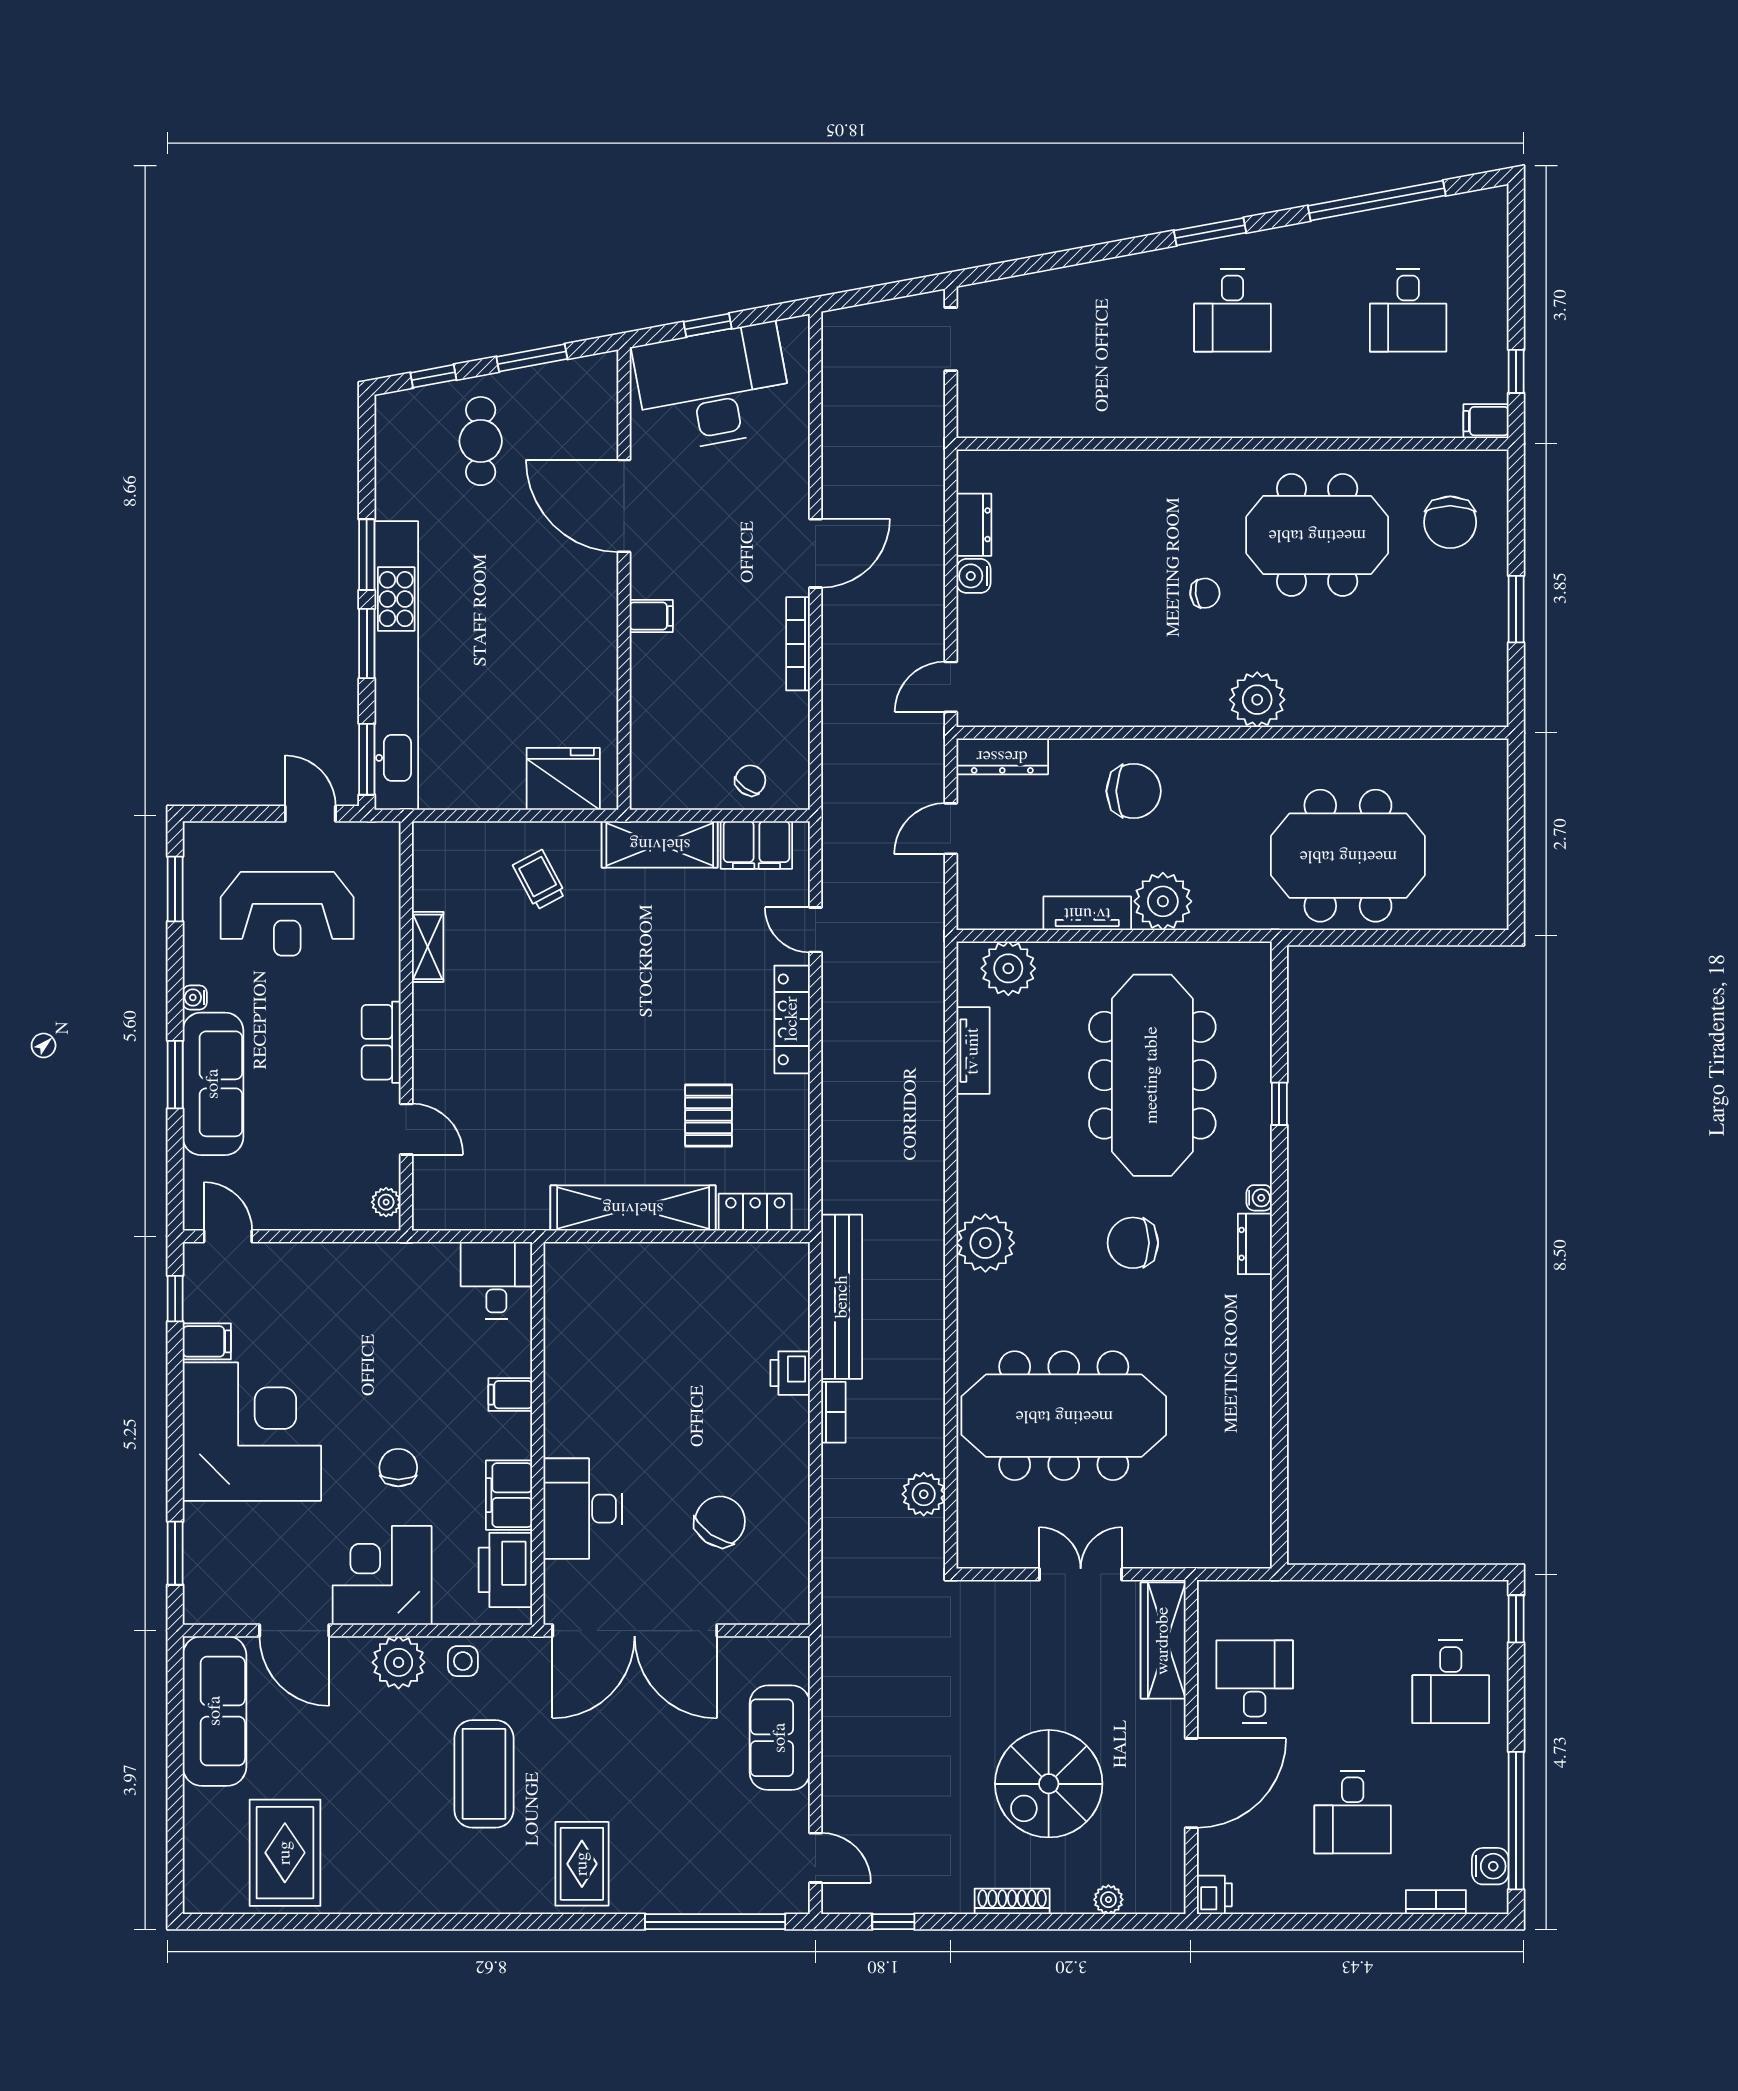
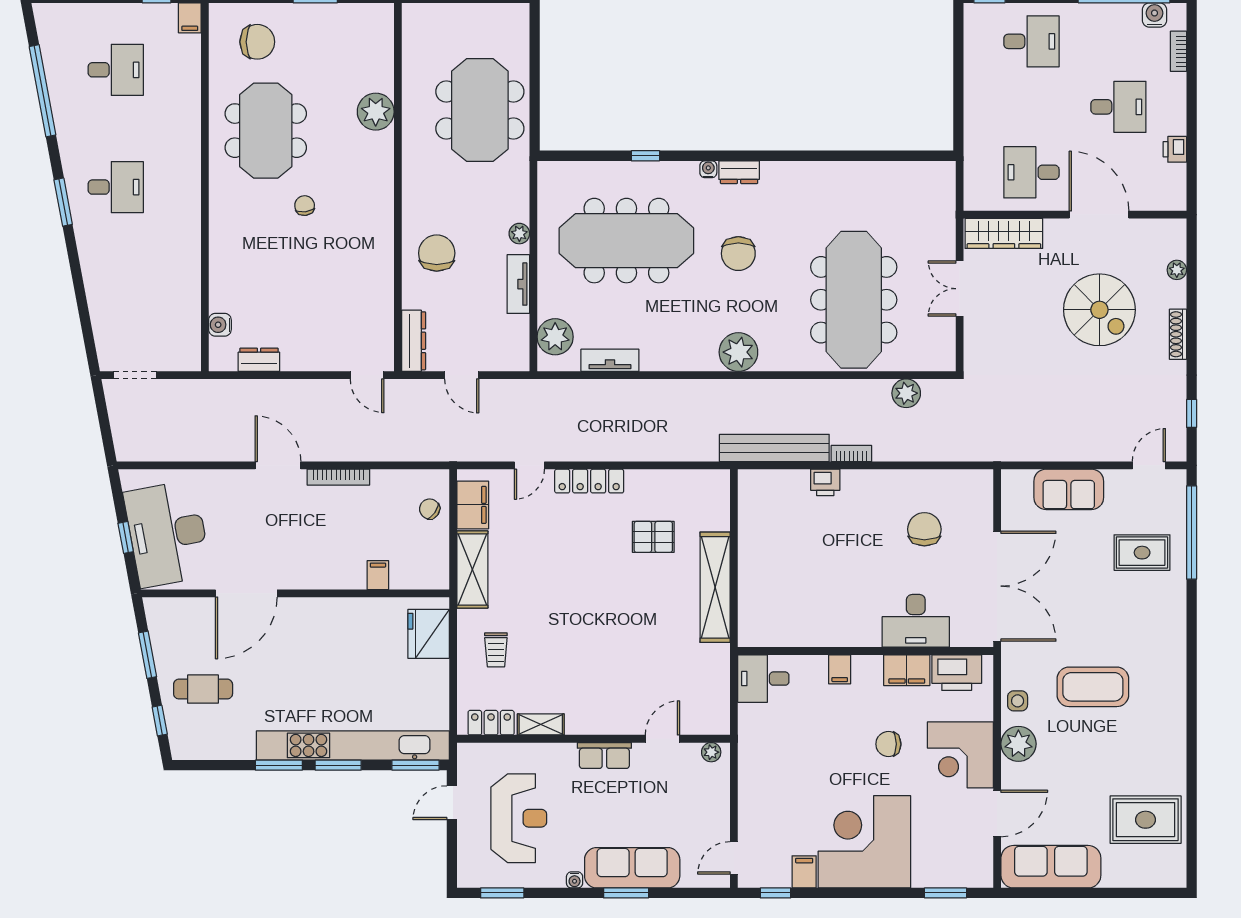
water cooler: (973, 576) -> (220, 325), moved, turned 90
filing cabinet: (651, 616) -> (378, 575), moved
plant: (1257, 700) -> (376, 112), moved
trolley: (539, 880) -> (496, 650), turned -62
plant: (1163, 901) -> (519, 234), width x0.53, depth x0.53
locker: (755, 1212) -> (491, 723), moved, turned 90
chair: (720, 1521) -> (924, 529), turned 55
rug: (582, 1864) -> (1142, 553), moved
printer: (1214, 1895) -> (1175, 149), moved, turned -90

